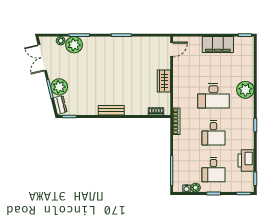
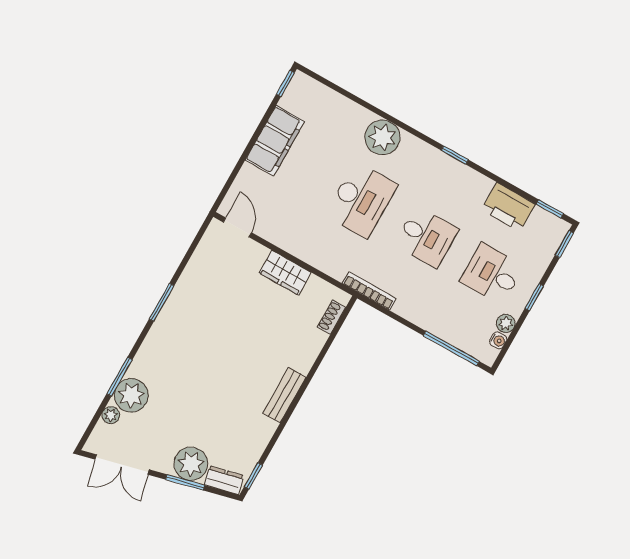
desk: (213, 170) -> (492, 274), turned 180

